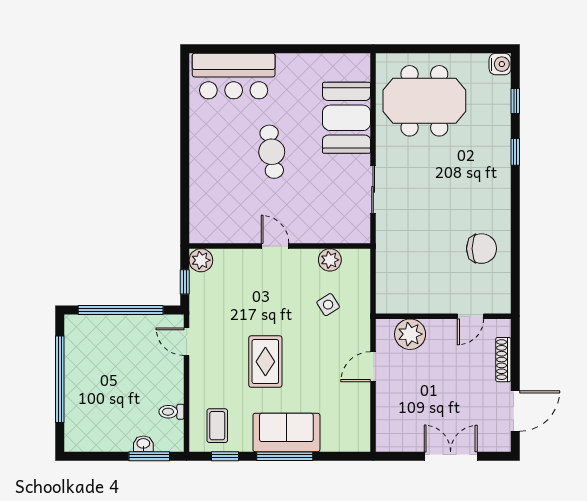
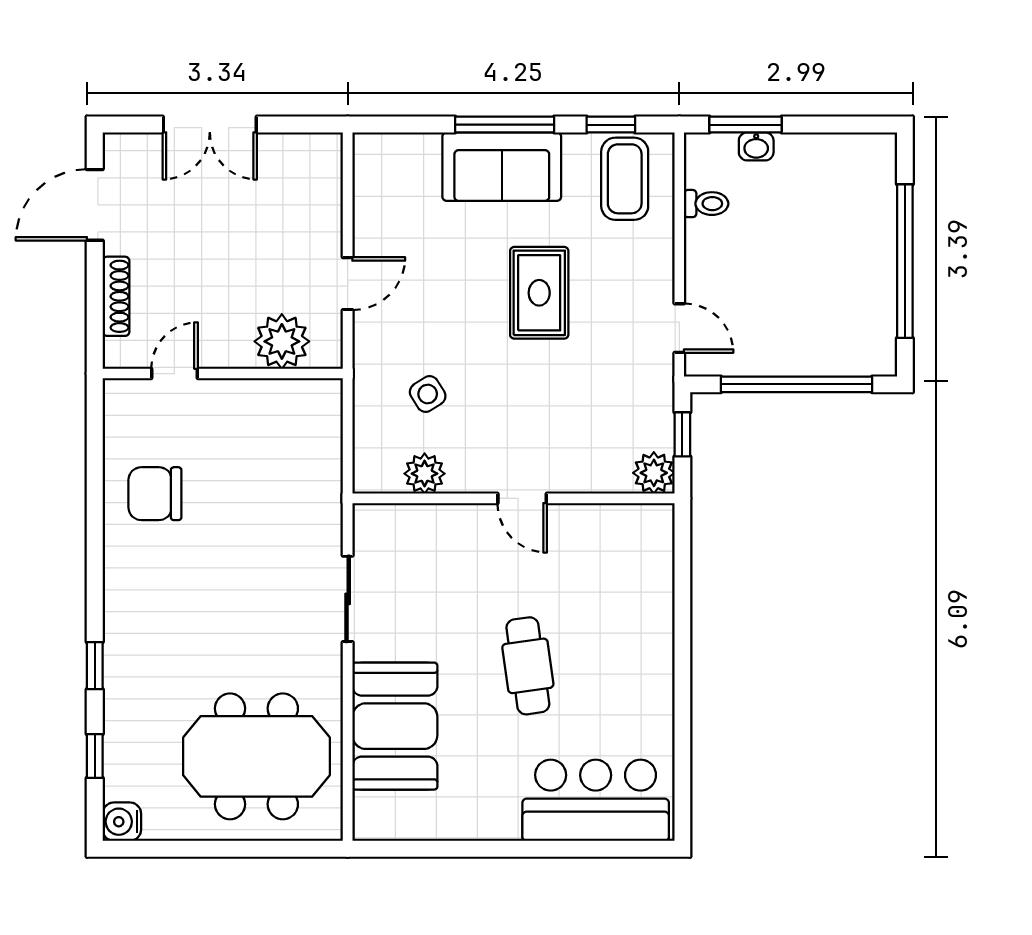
coffee table: (217, 426) -> (625, 179), width x1.36, depth x1.30

